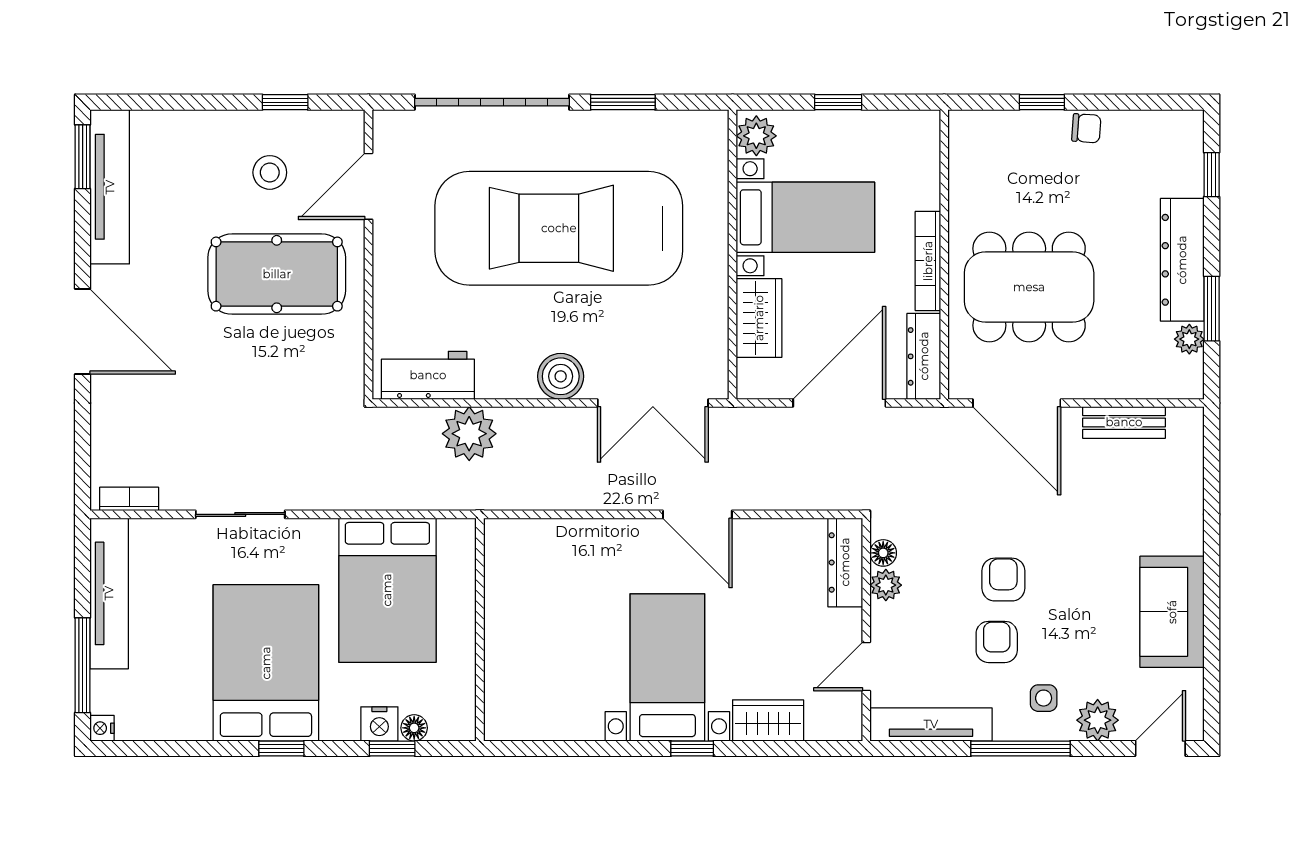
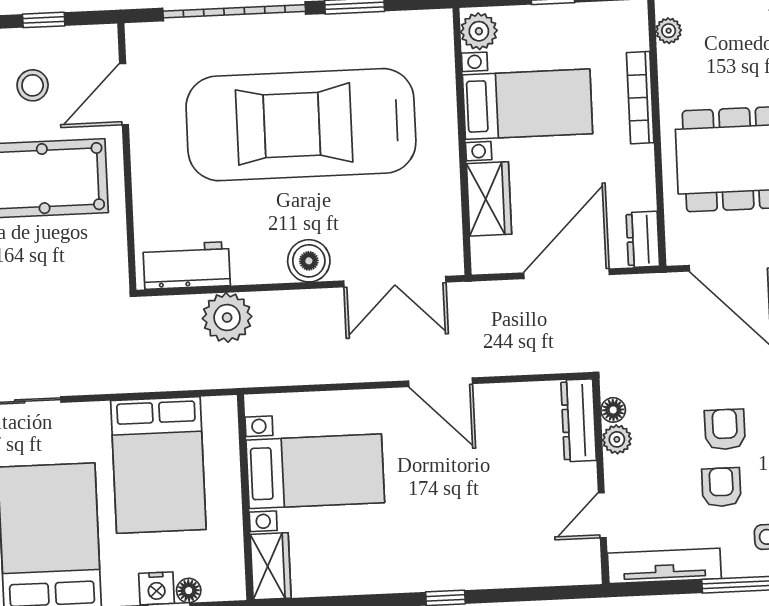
plant: (962, 145) -> (669, 31), added
bookcase: (928, 261) -> (640, 98), moved
dresser: (924, 356) -> (643, 239), width x0.70
bed with nightstands: (667, 667) -> (315, 471), moved, turned 90
wardrobe: (768, 720) -> (271, 566), moved, turned 90

